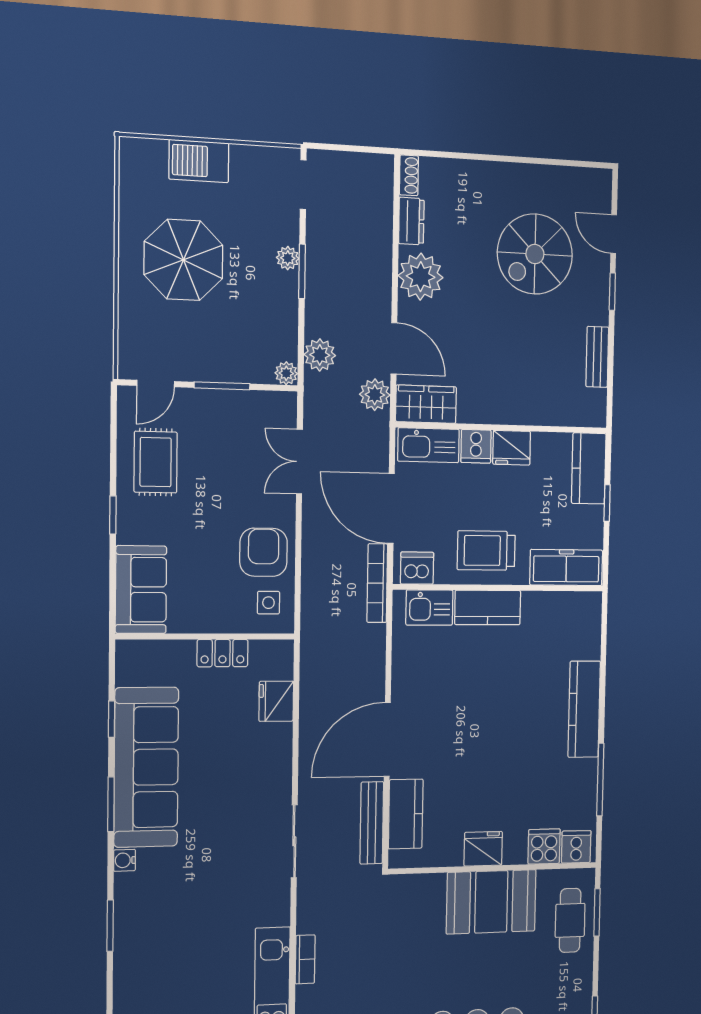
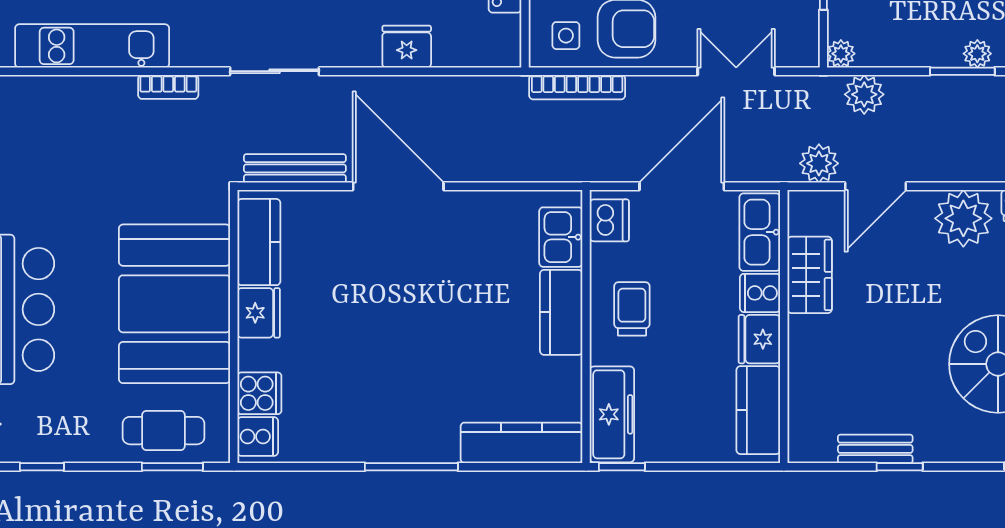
window: (612, 292) -> (900, 467), moved
wardrobe: (426, 404) -> (810, 275), moved
kitchen counter: (589, 468) -> (758, 410), moved, turned -90
window: (607, 503) -> (622, 467), moved
trolley: (486, 551) -> (632, 309), width x0.73, depth x0.72
bookcase: (377, 583) -> (577, 87), moved, turned 180
fridge: (276, 701) -> (407, 47), moved
kitchen counter: (584, 709) -> (522, 443), moved
window: (600, 780) -> (411, 467), moved
kitchen counter: (406, 814) -> (259, 242), moved, turned -90
booth: (491, 902) -> (174, 304), width x1.36, depth x1.42
bookcase: (305, 959) -> (168, 87), moved

